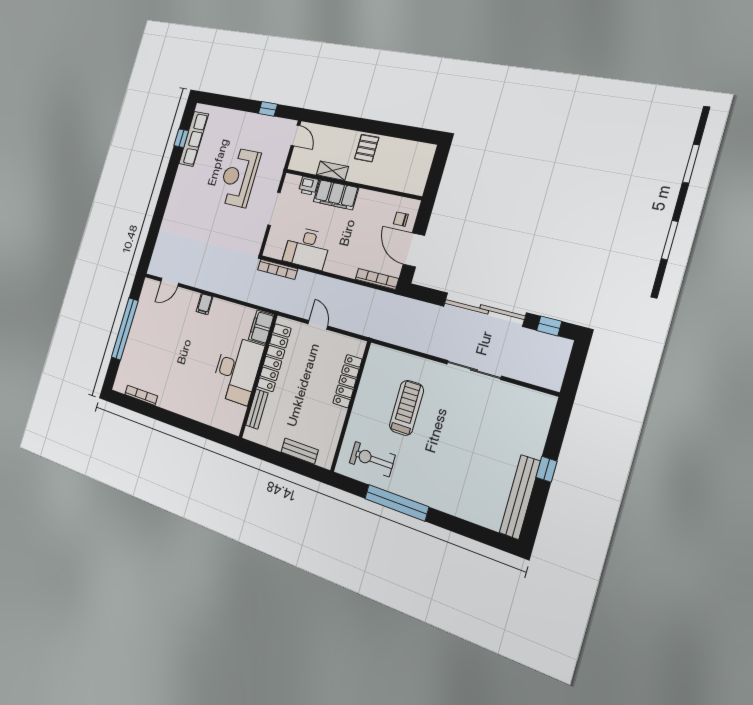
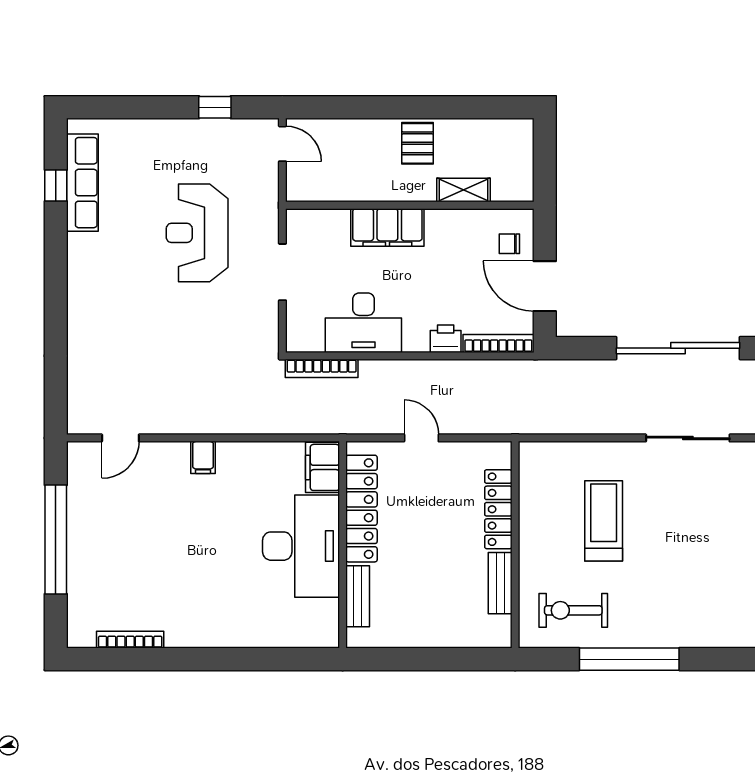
shelving: (332, 171) -> (463, 190), moved
printer: (308, 186) -> (446, 339), moved, turned 180
bench: (300, 451) -> (500, 583), moved, turned 90

